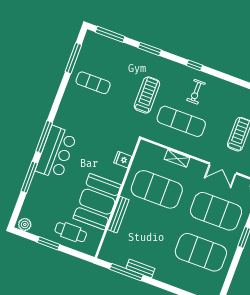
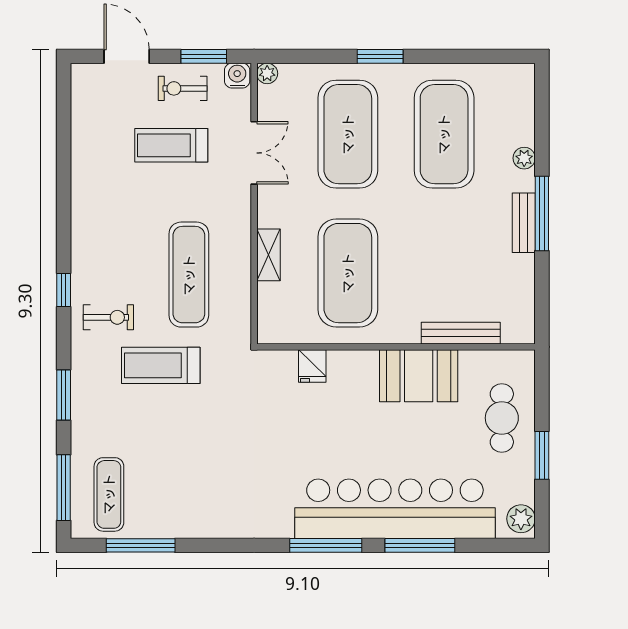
exercise mat: (93, 83) -> (109, 494), moved
exercise bike: (196, 92) -> (108, 317), moved
bar counter: (56, 153) -> (395, 509), width x1.86
booth: (97, 202) -> (419, 376), width x0.73, depth x0.70
bench: (118, 215) -> (461, 333), moved
bench: (140, 269) -> (524, 223), moved
window: (126, 272) -> (542, 213), moved
plant: (178, 283) -> (524, 158), added

